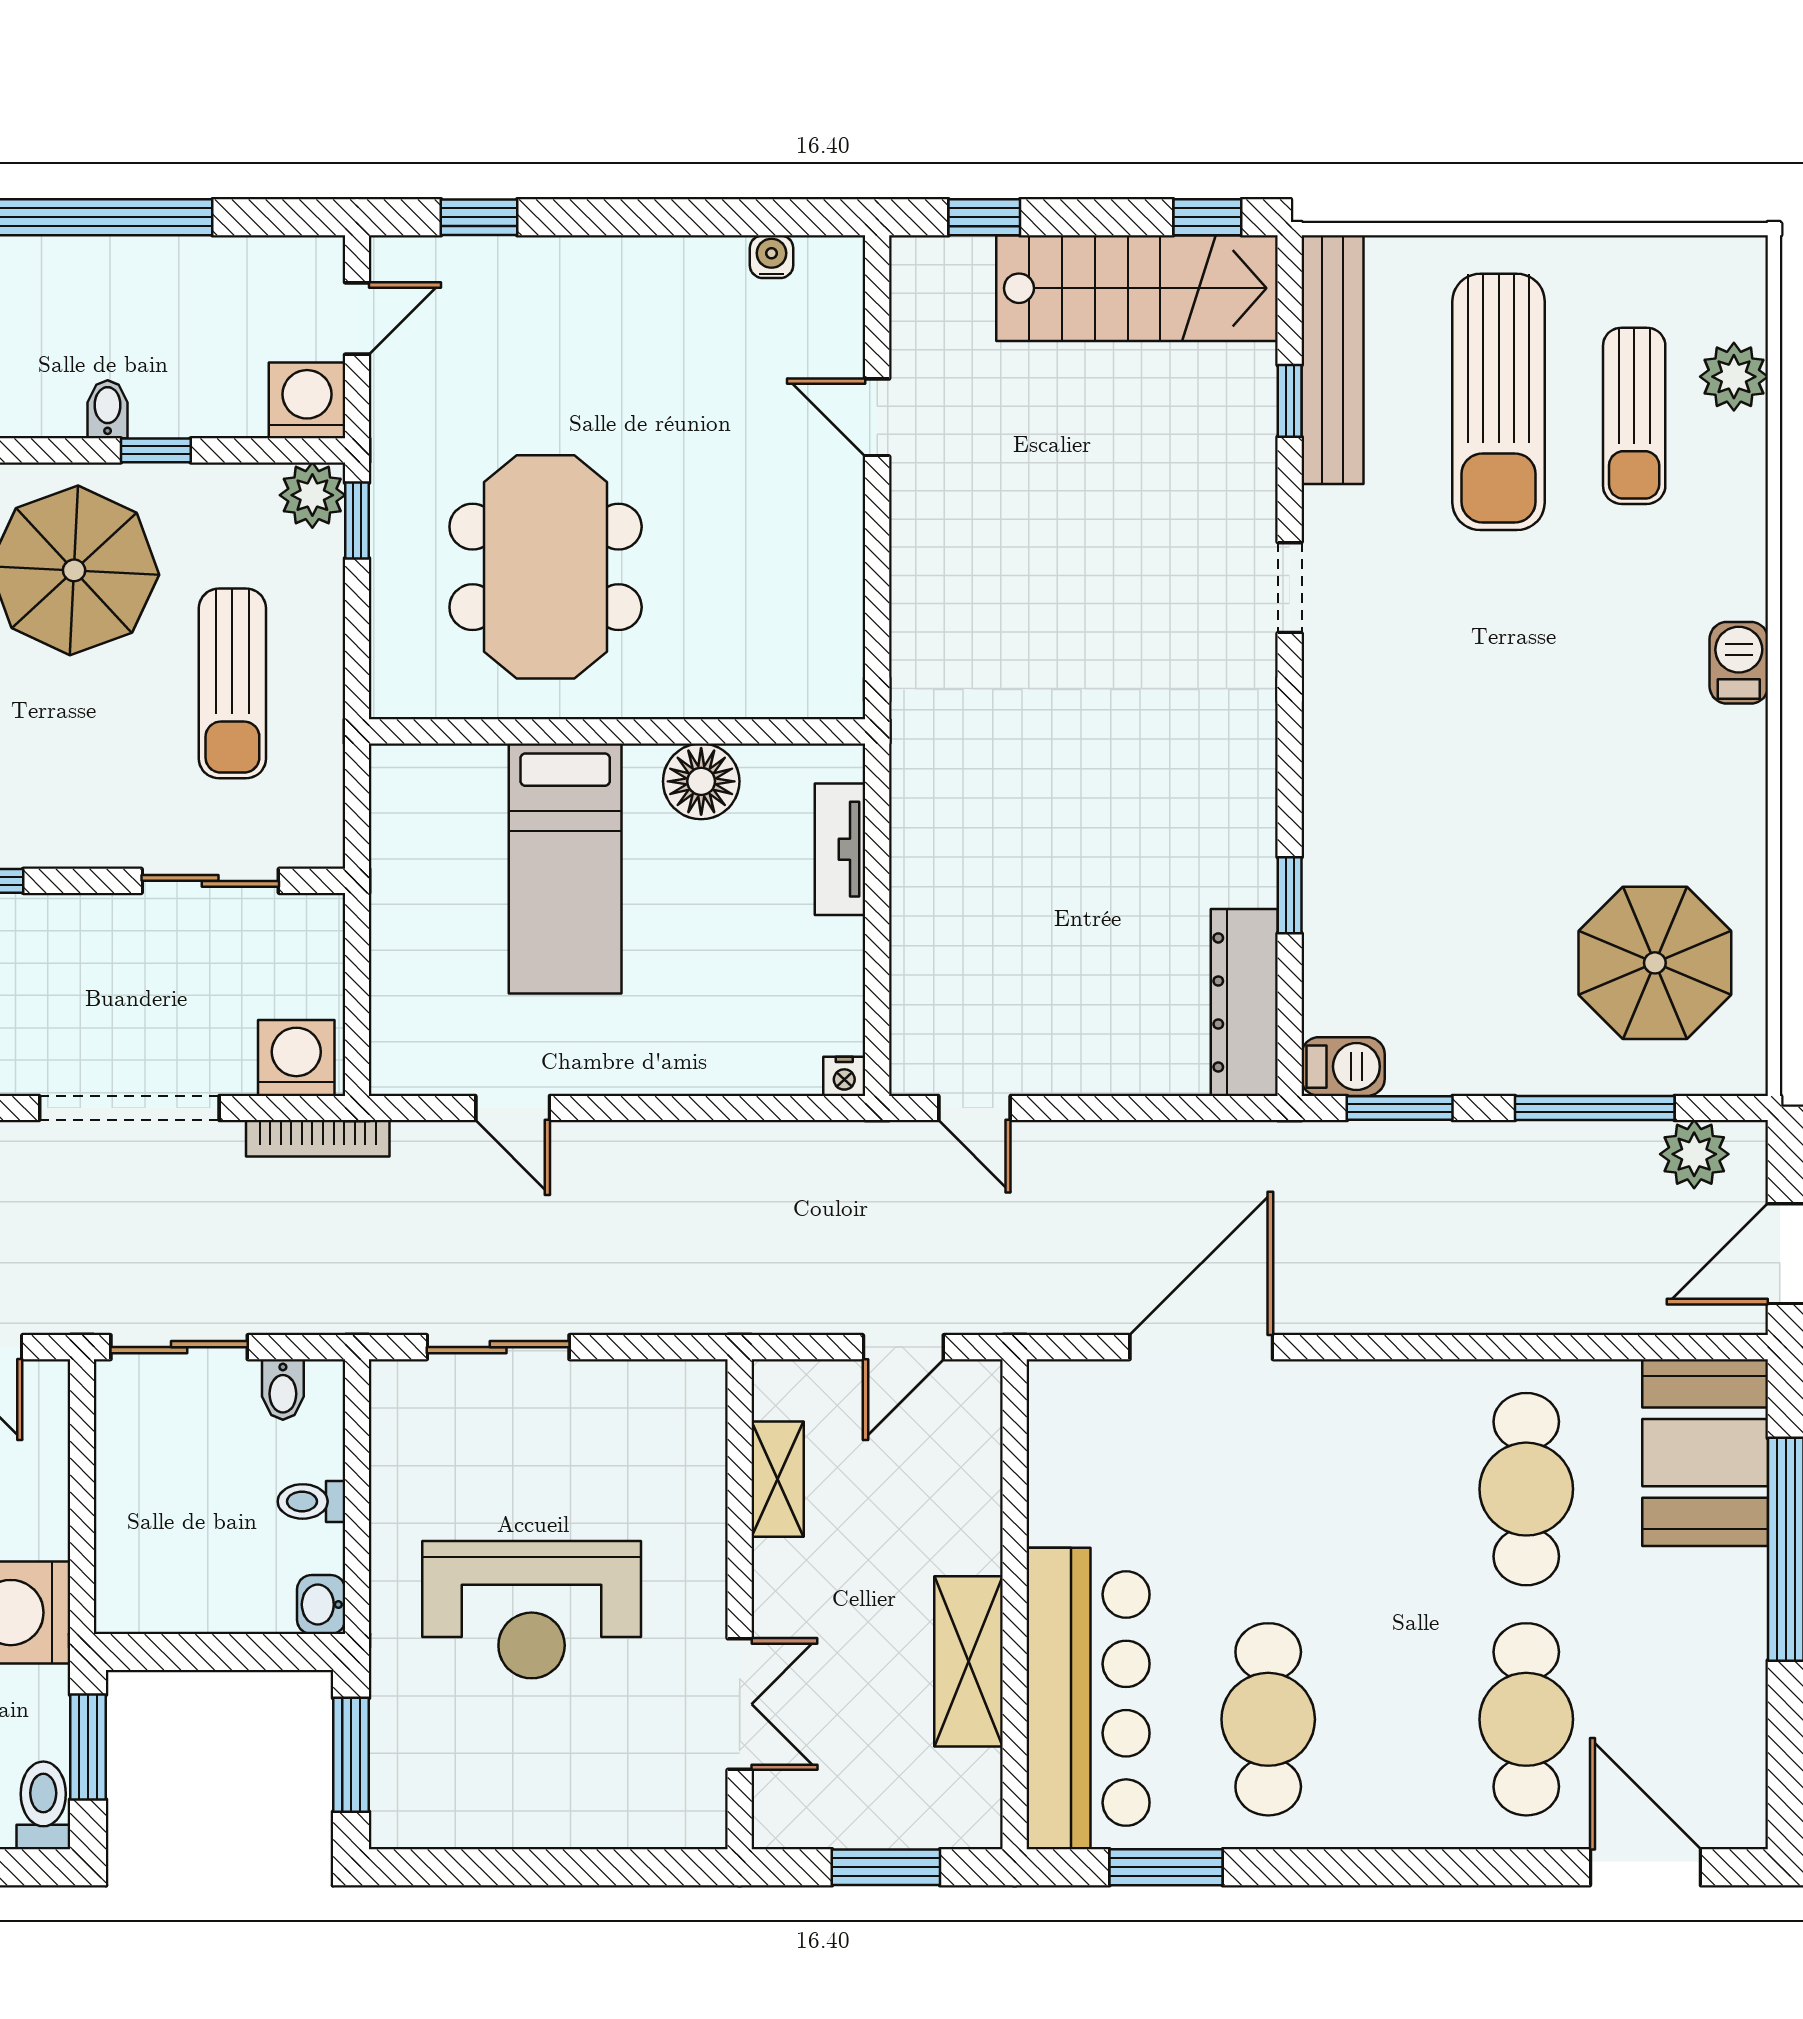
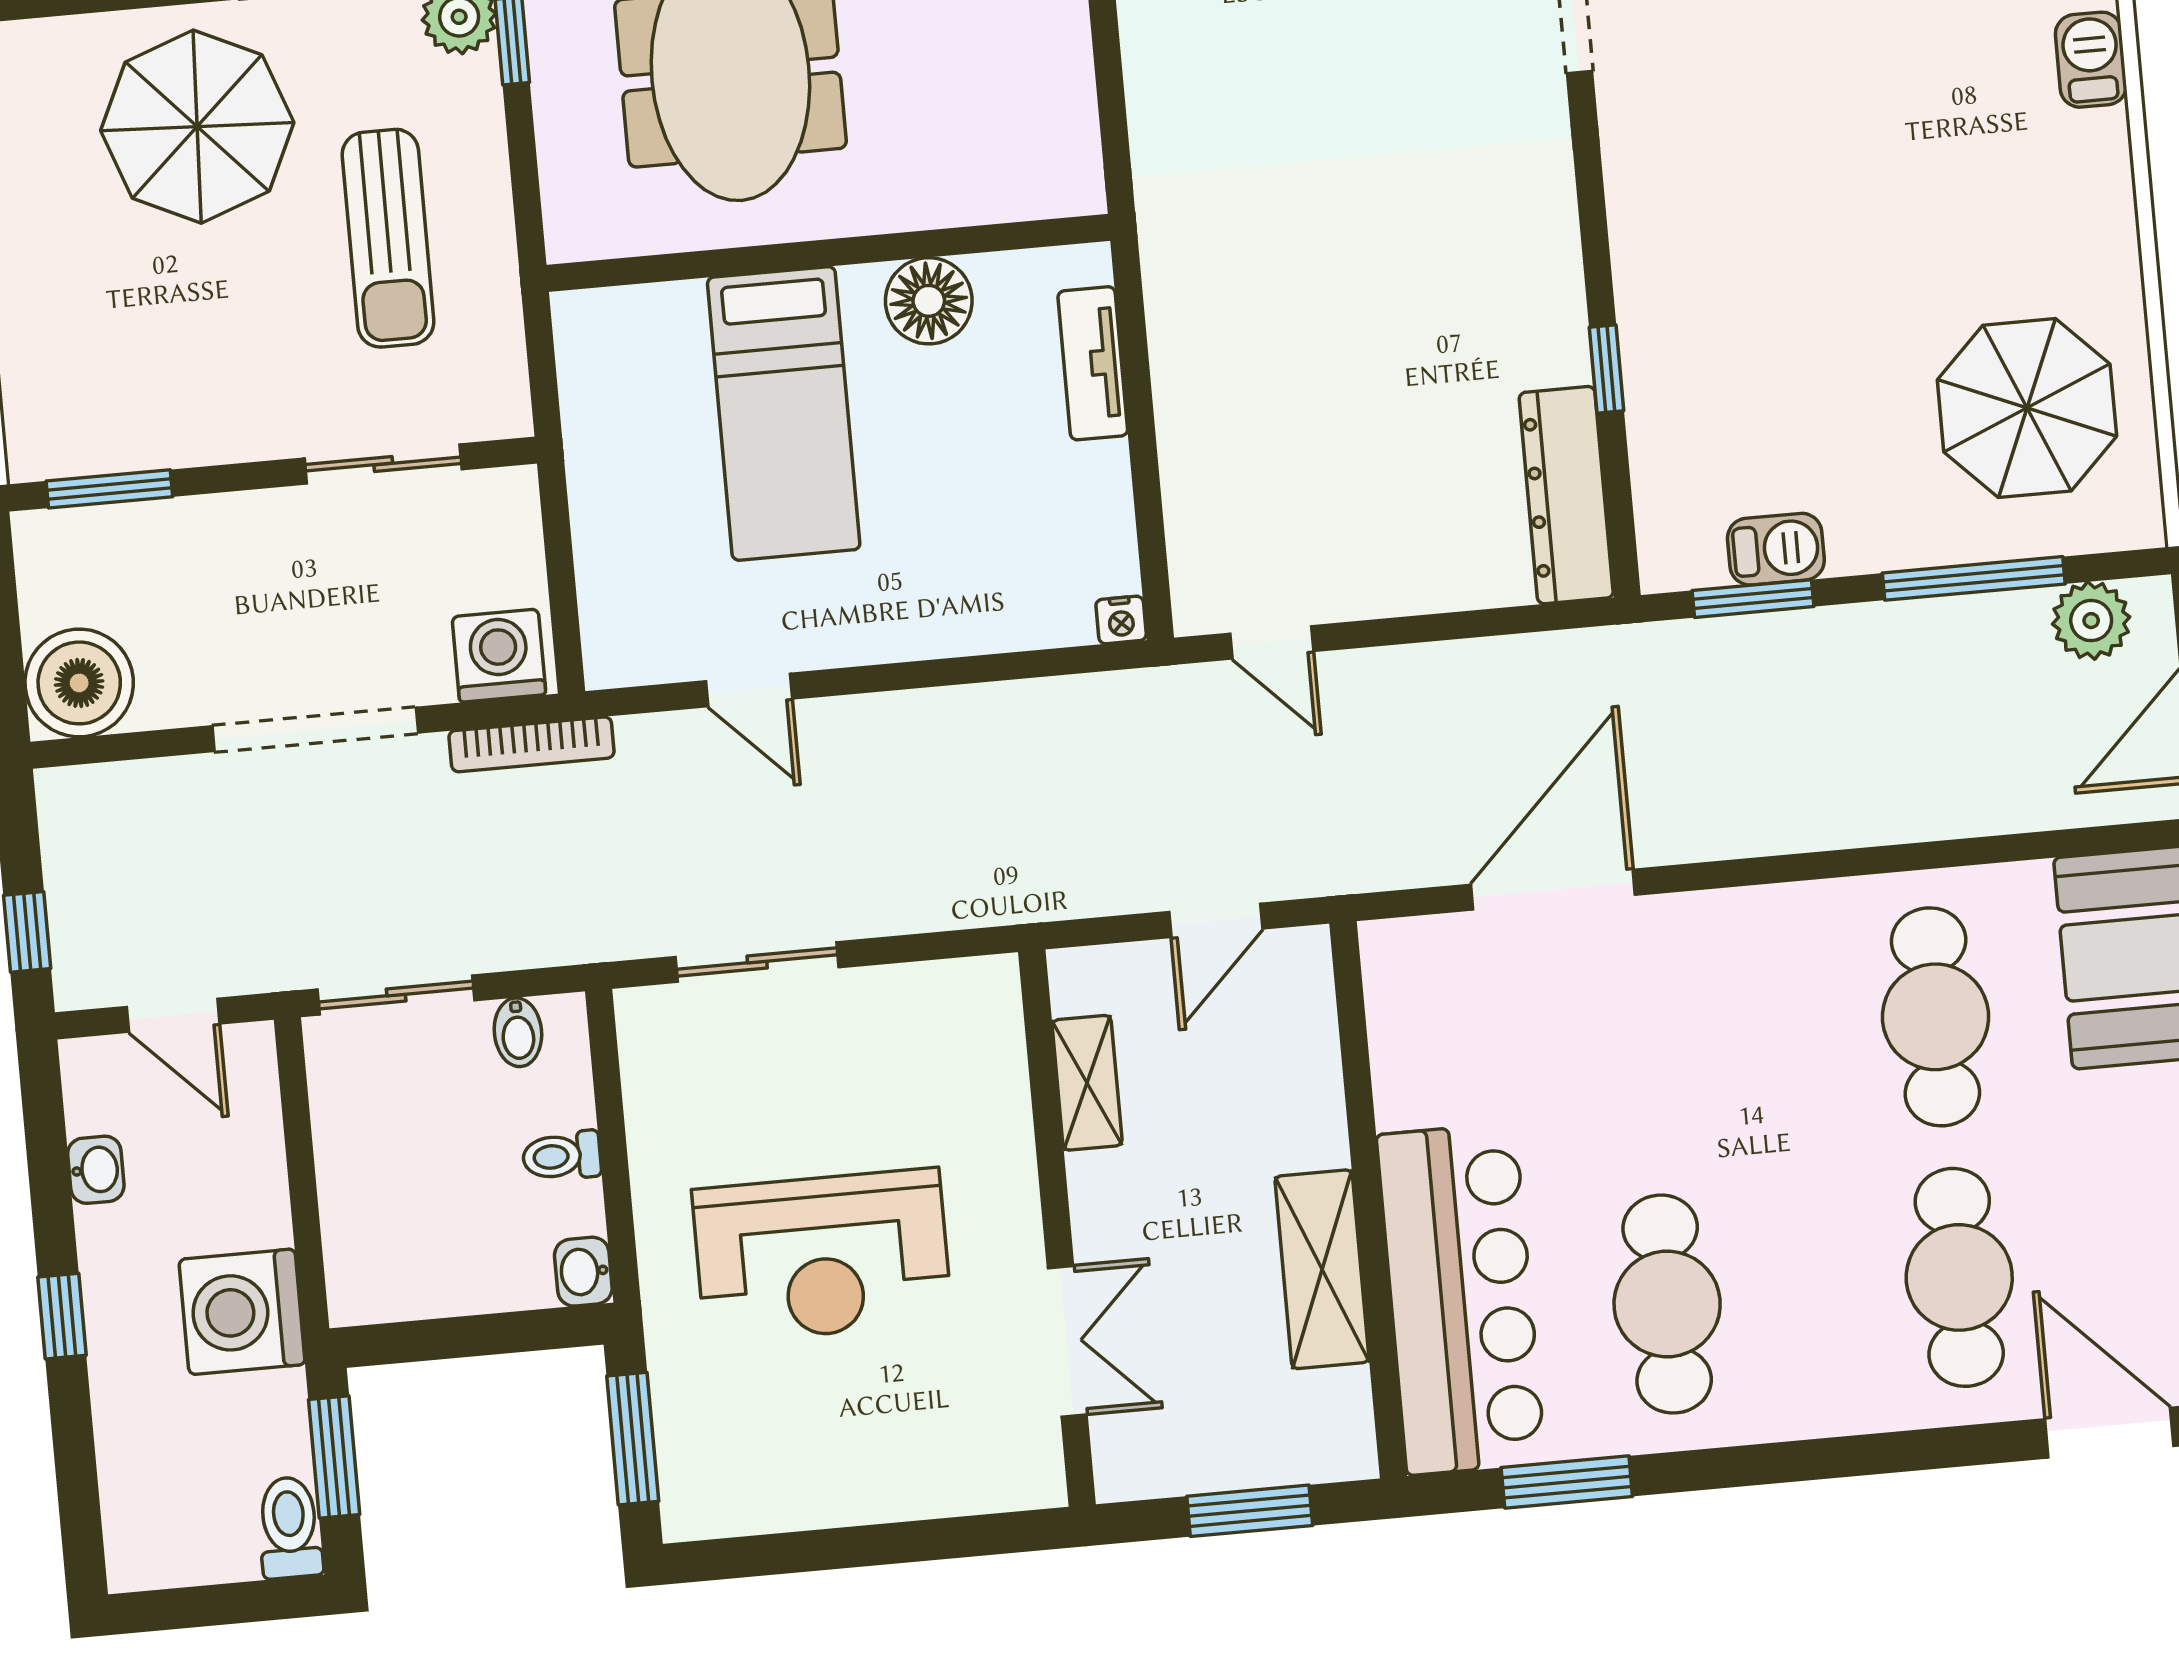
barbecue: (1343, 1067) -> (1776, 549), moved

